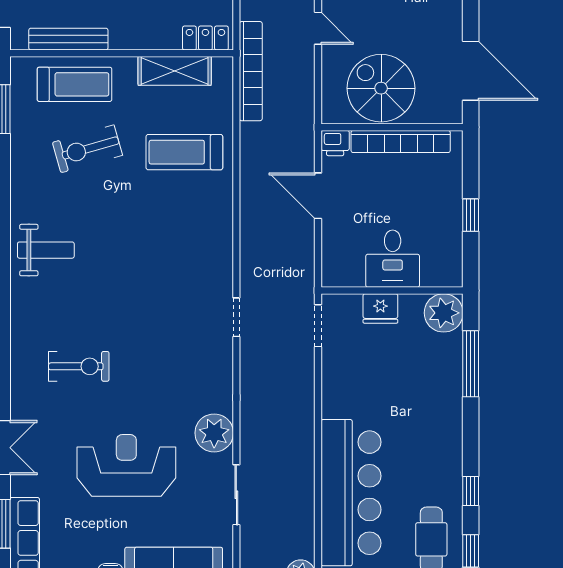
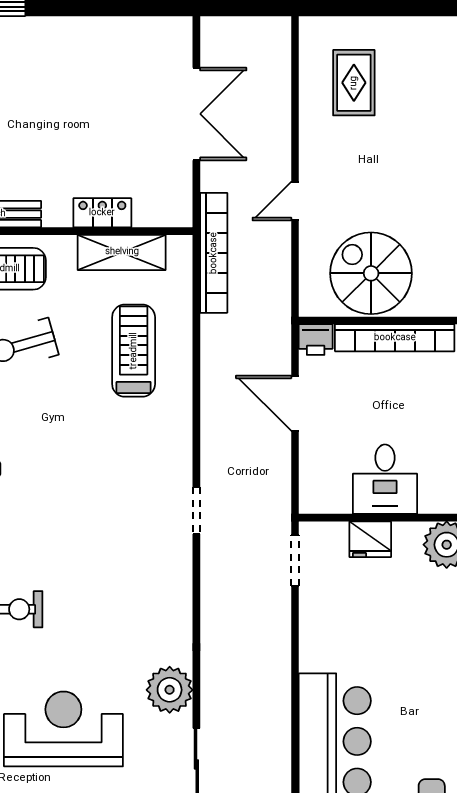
door: (318, 28) -> (295, 201), swing flipped
locker: (205, 38) -> (102, 213), moved
treadmill: (184, 152) -> (134, 351), turned 90
doorway: (236, 317) -> (196, 511), moved

